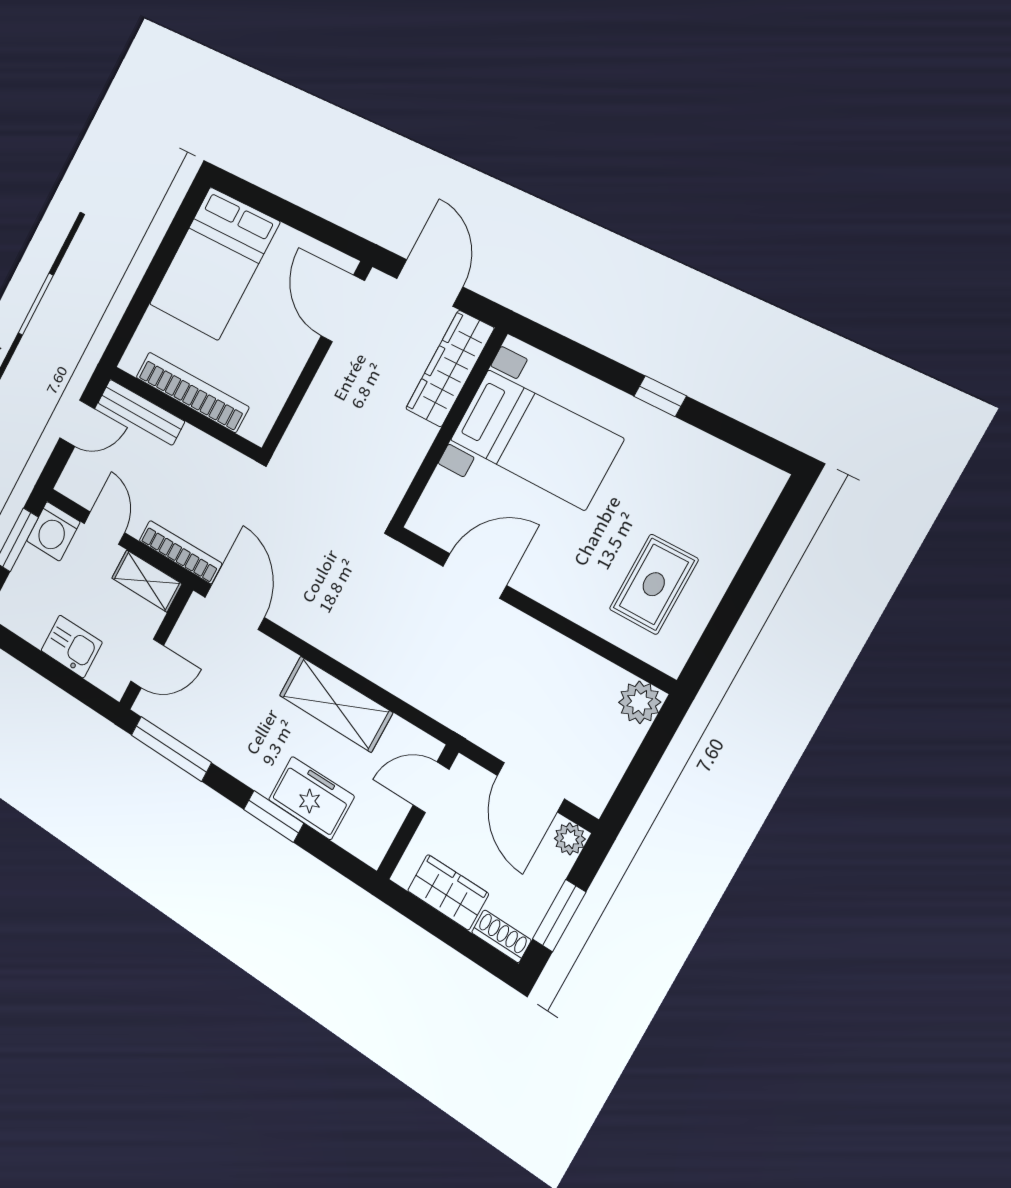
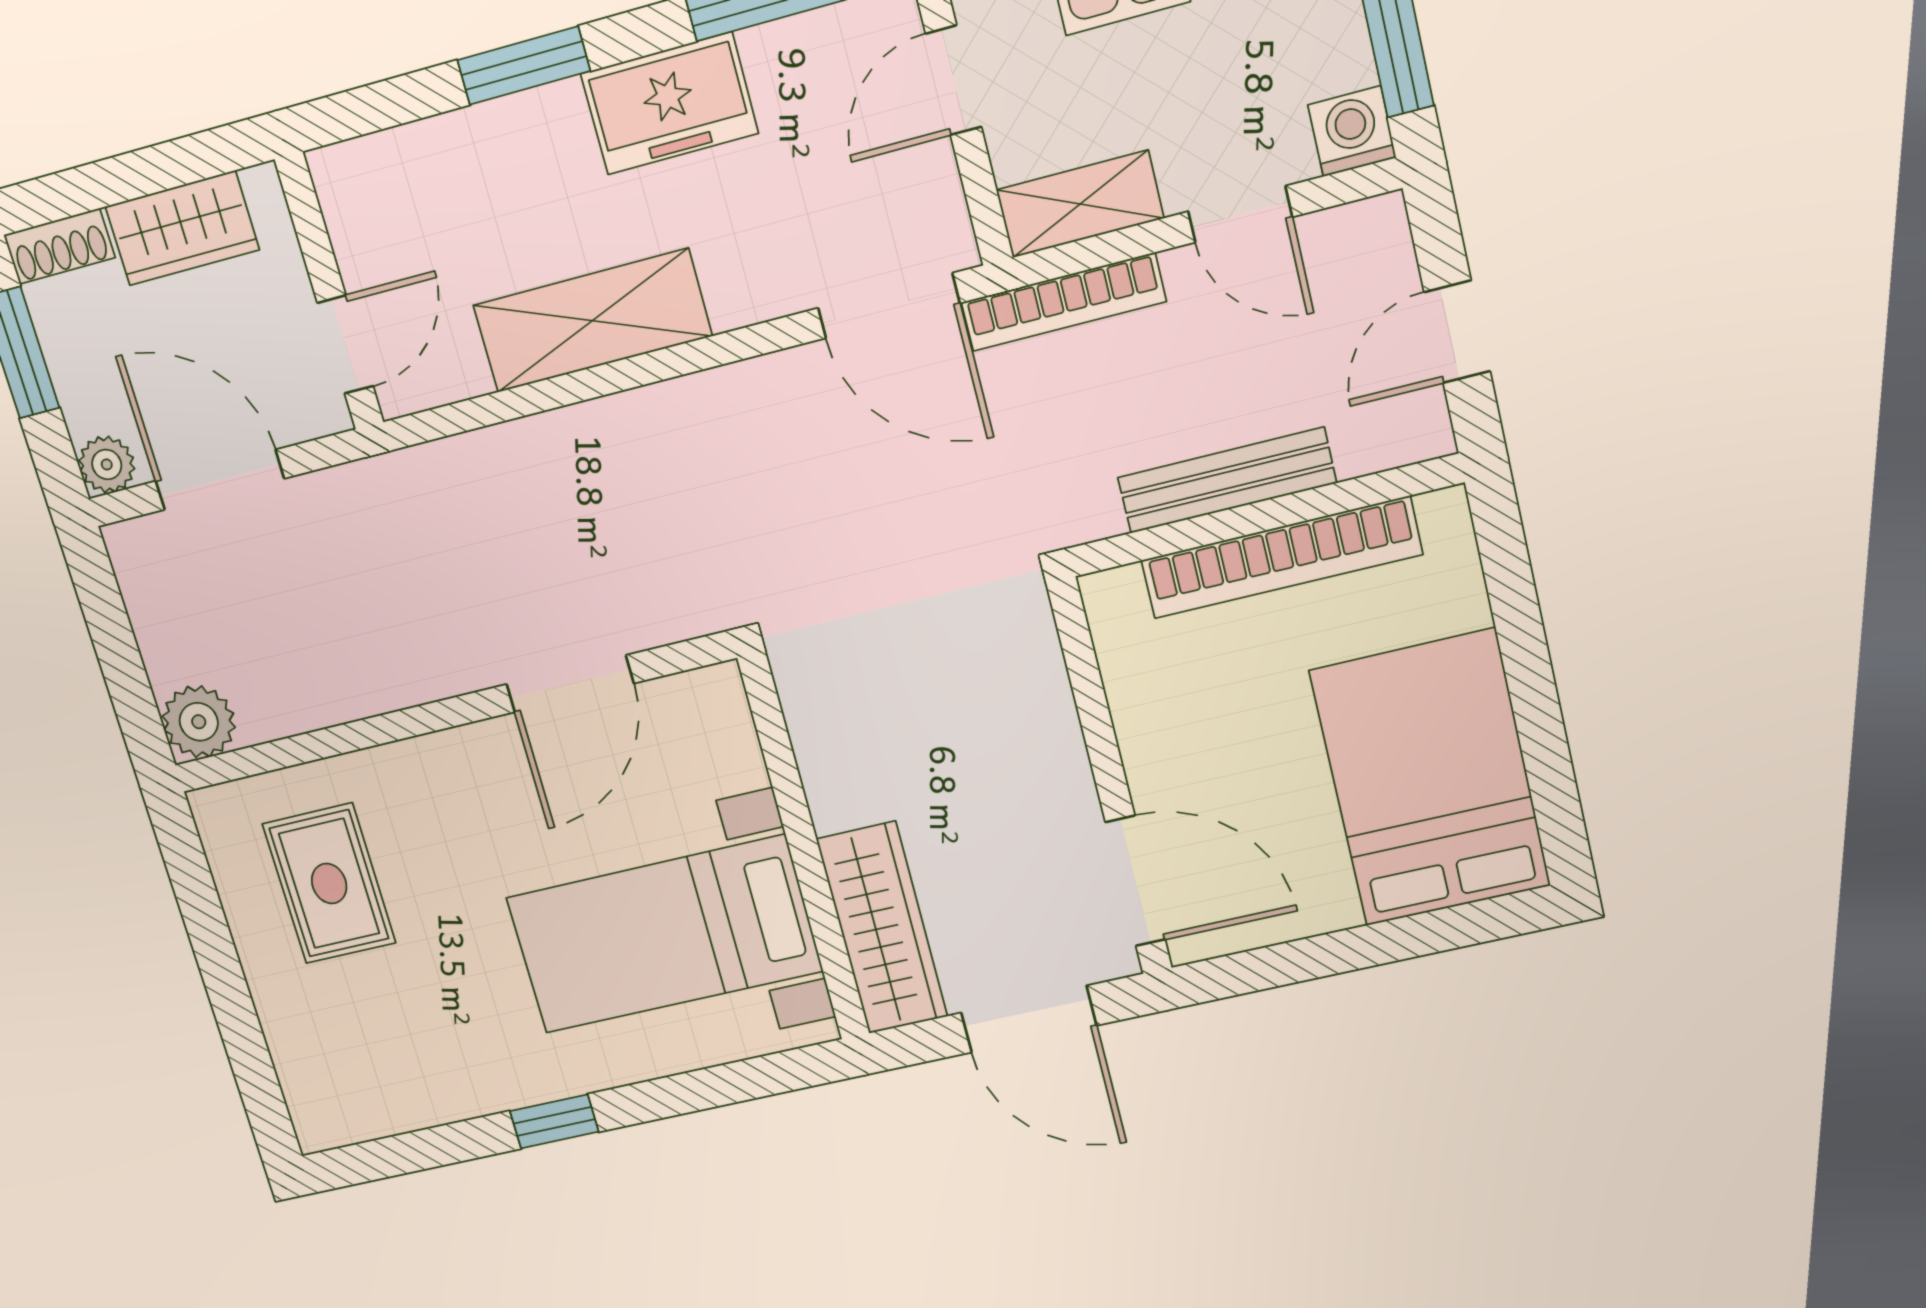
bench: (141, 412) -> (1227, 480), moved
washing machine: (53, 531) -> (1352, 131), width x0.73, depth x0.73
freezer: (311, 798) -> (670, 104), moved

